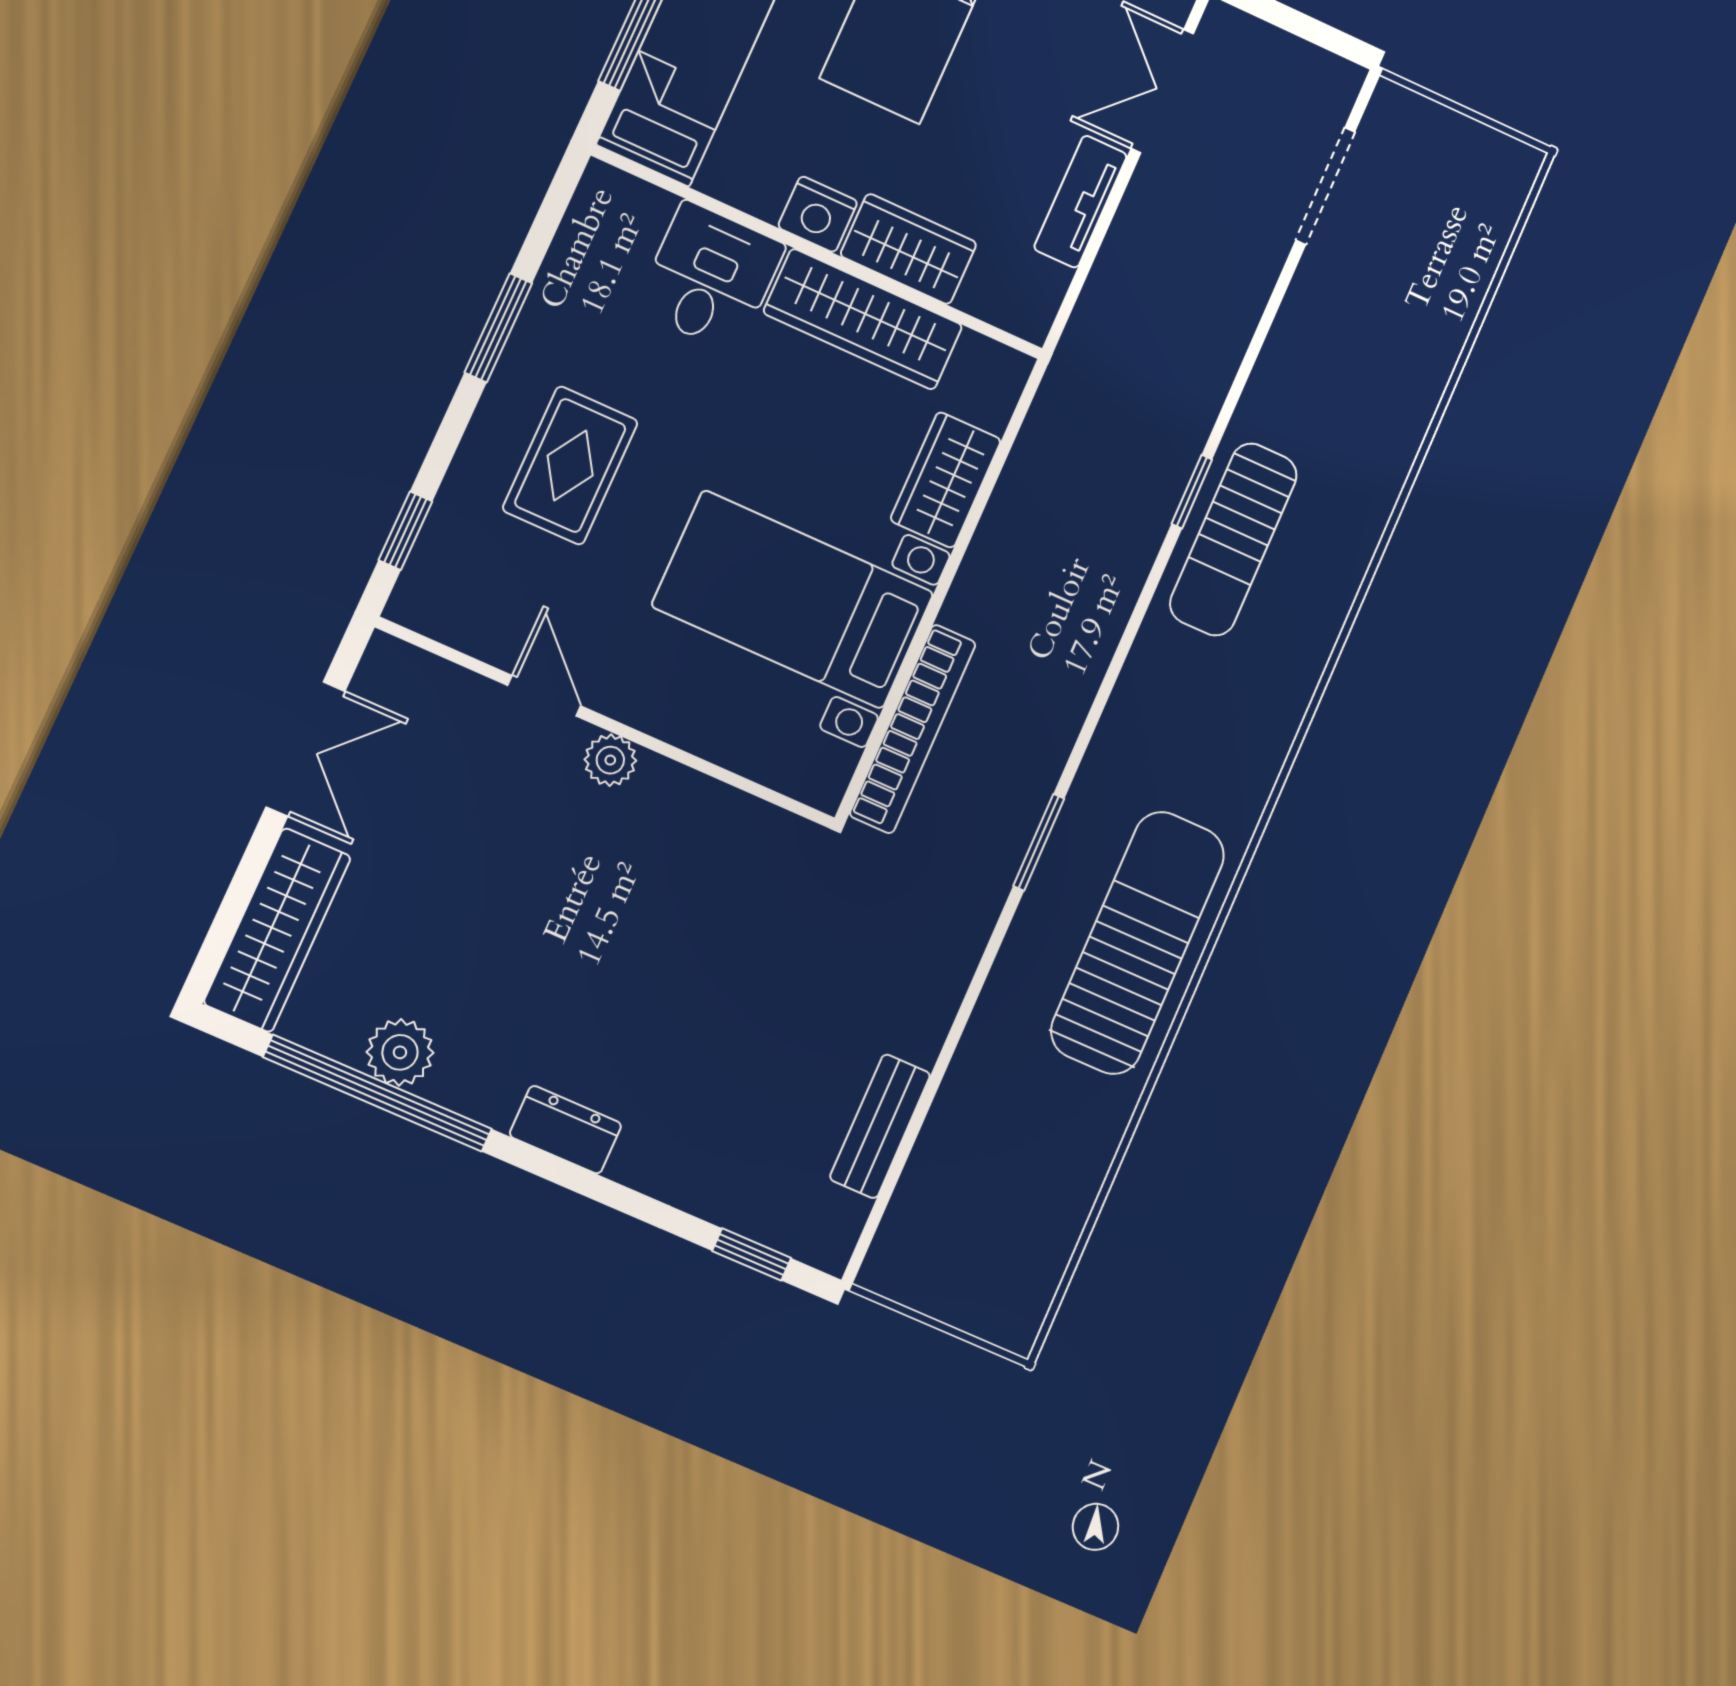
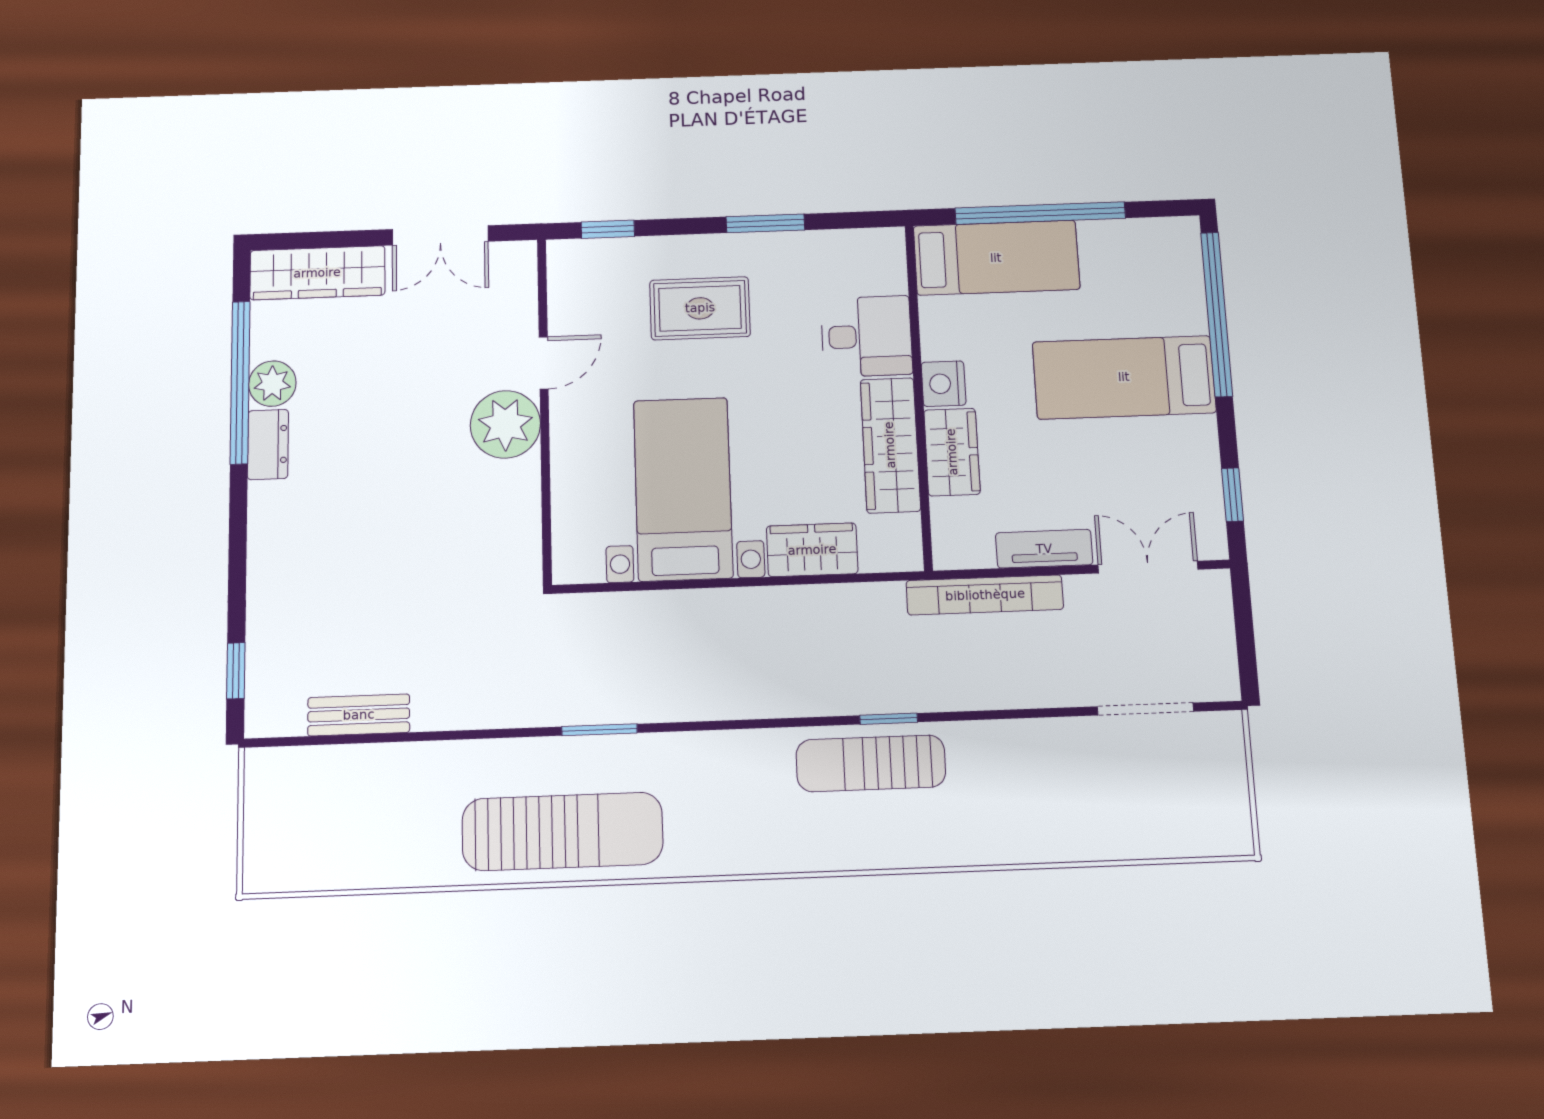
bookcase: (913, 729) -> (985, 595), moved
plant: (610, 760) -> (505, 424), width x1.87, depth x1.87
dresser: (565, 1130) -> (268, 444), moved

